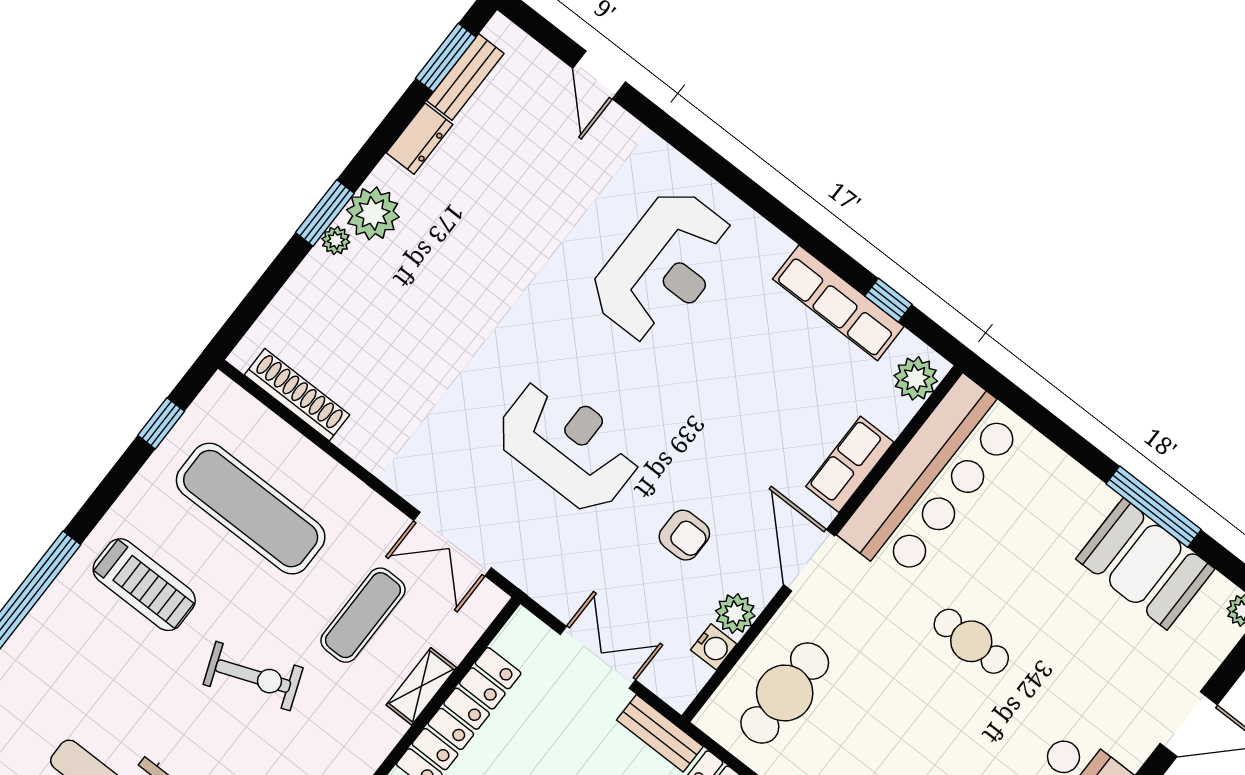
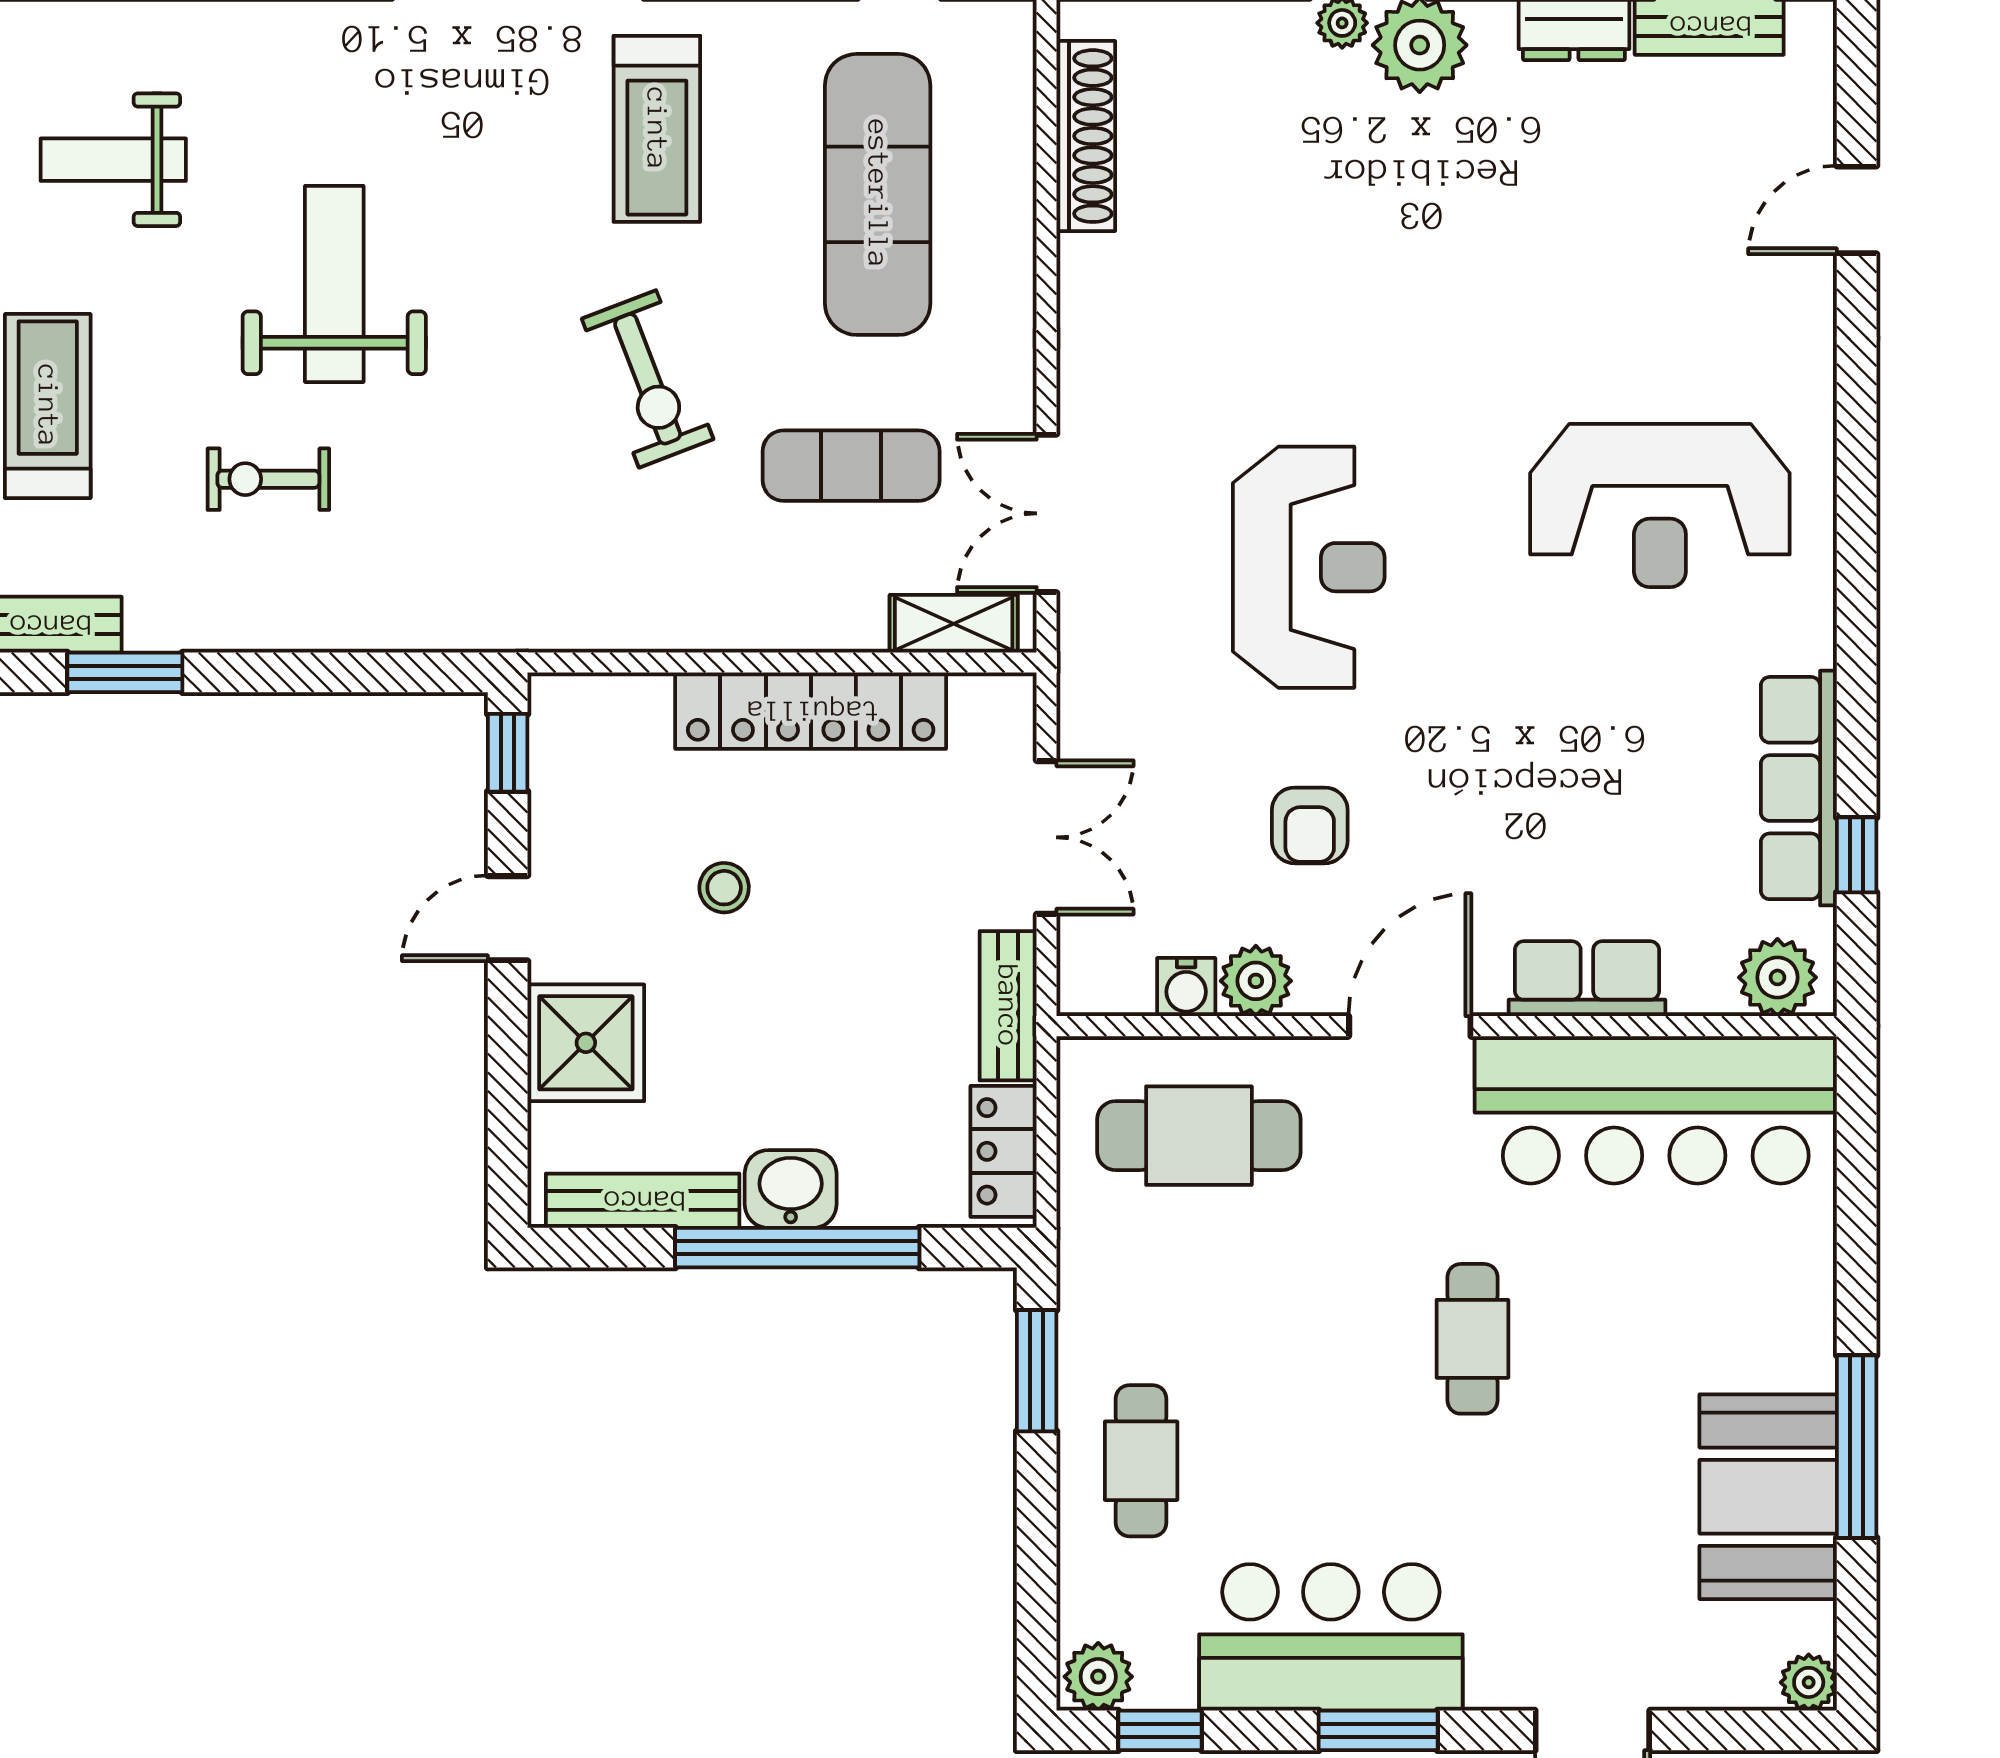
shelving: (421, 686) -> (954, 624), moved

